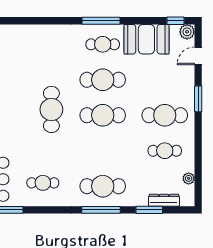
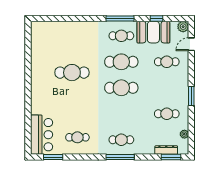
window: (175, 21) -> (157, 19), moved
window: (198, 99) -> (191, 96), moved
cafe table: (51, 109) -> (72, 73), moved, turned 90
cafe table: (165, 115) -> (167, 62), moved, width x0.73, depth x0.74
cafe table: (103, 186) -> (121, 140), width x0.73, depth x0.74
window: (149, 210) -> (171, 157), moved

